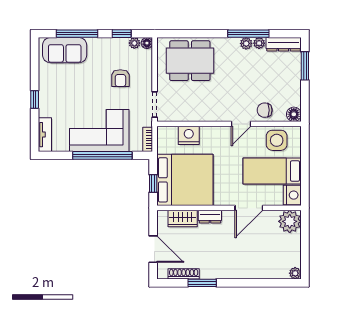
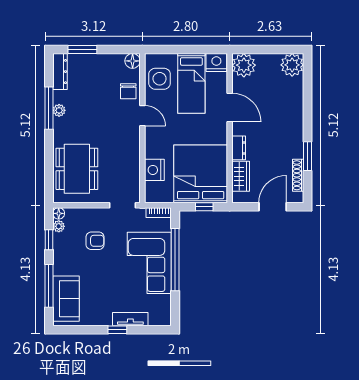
plant: (259, 43) -> (59, 97), removed
tv unit: (45, 135) -> (130, 319), moved
plant: (295, 273) -> (292, 65), width x1.88, depth x1.88

